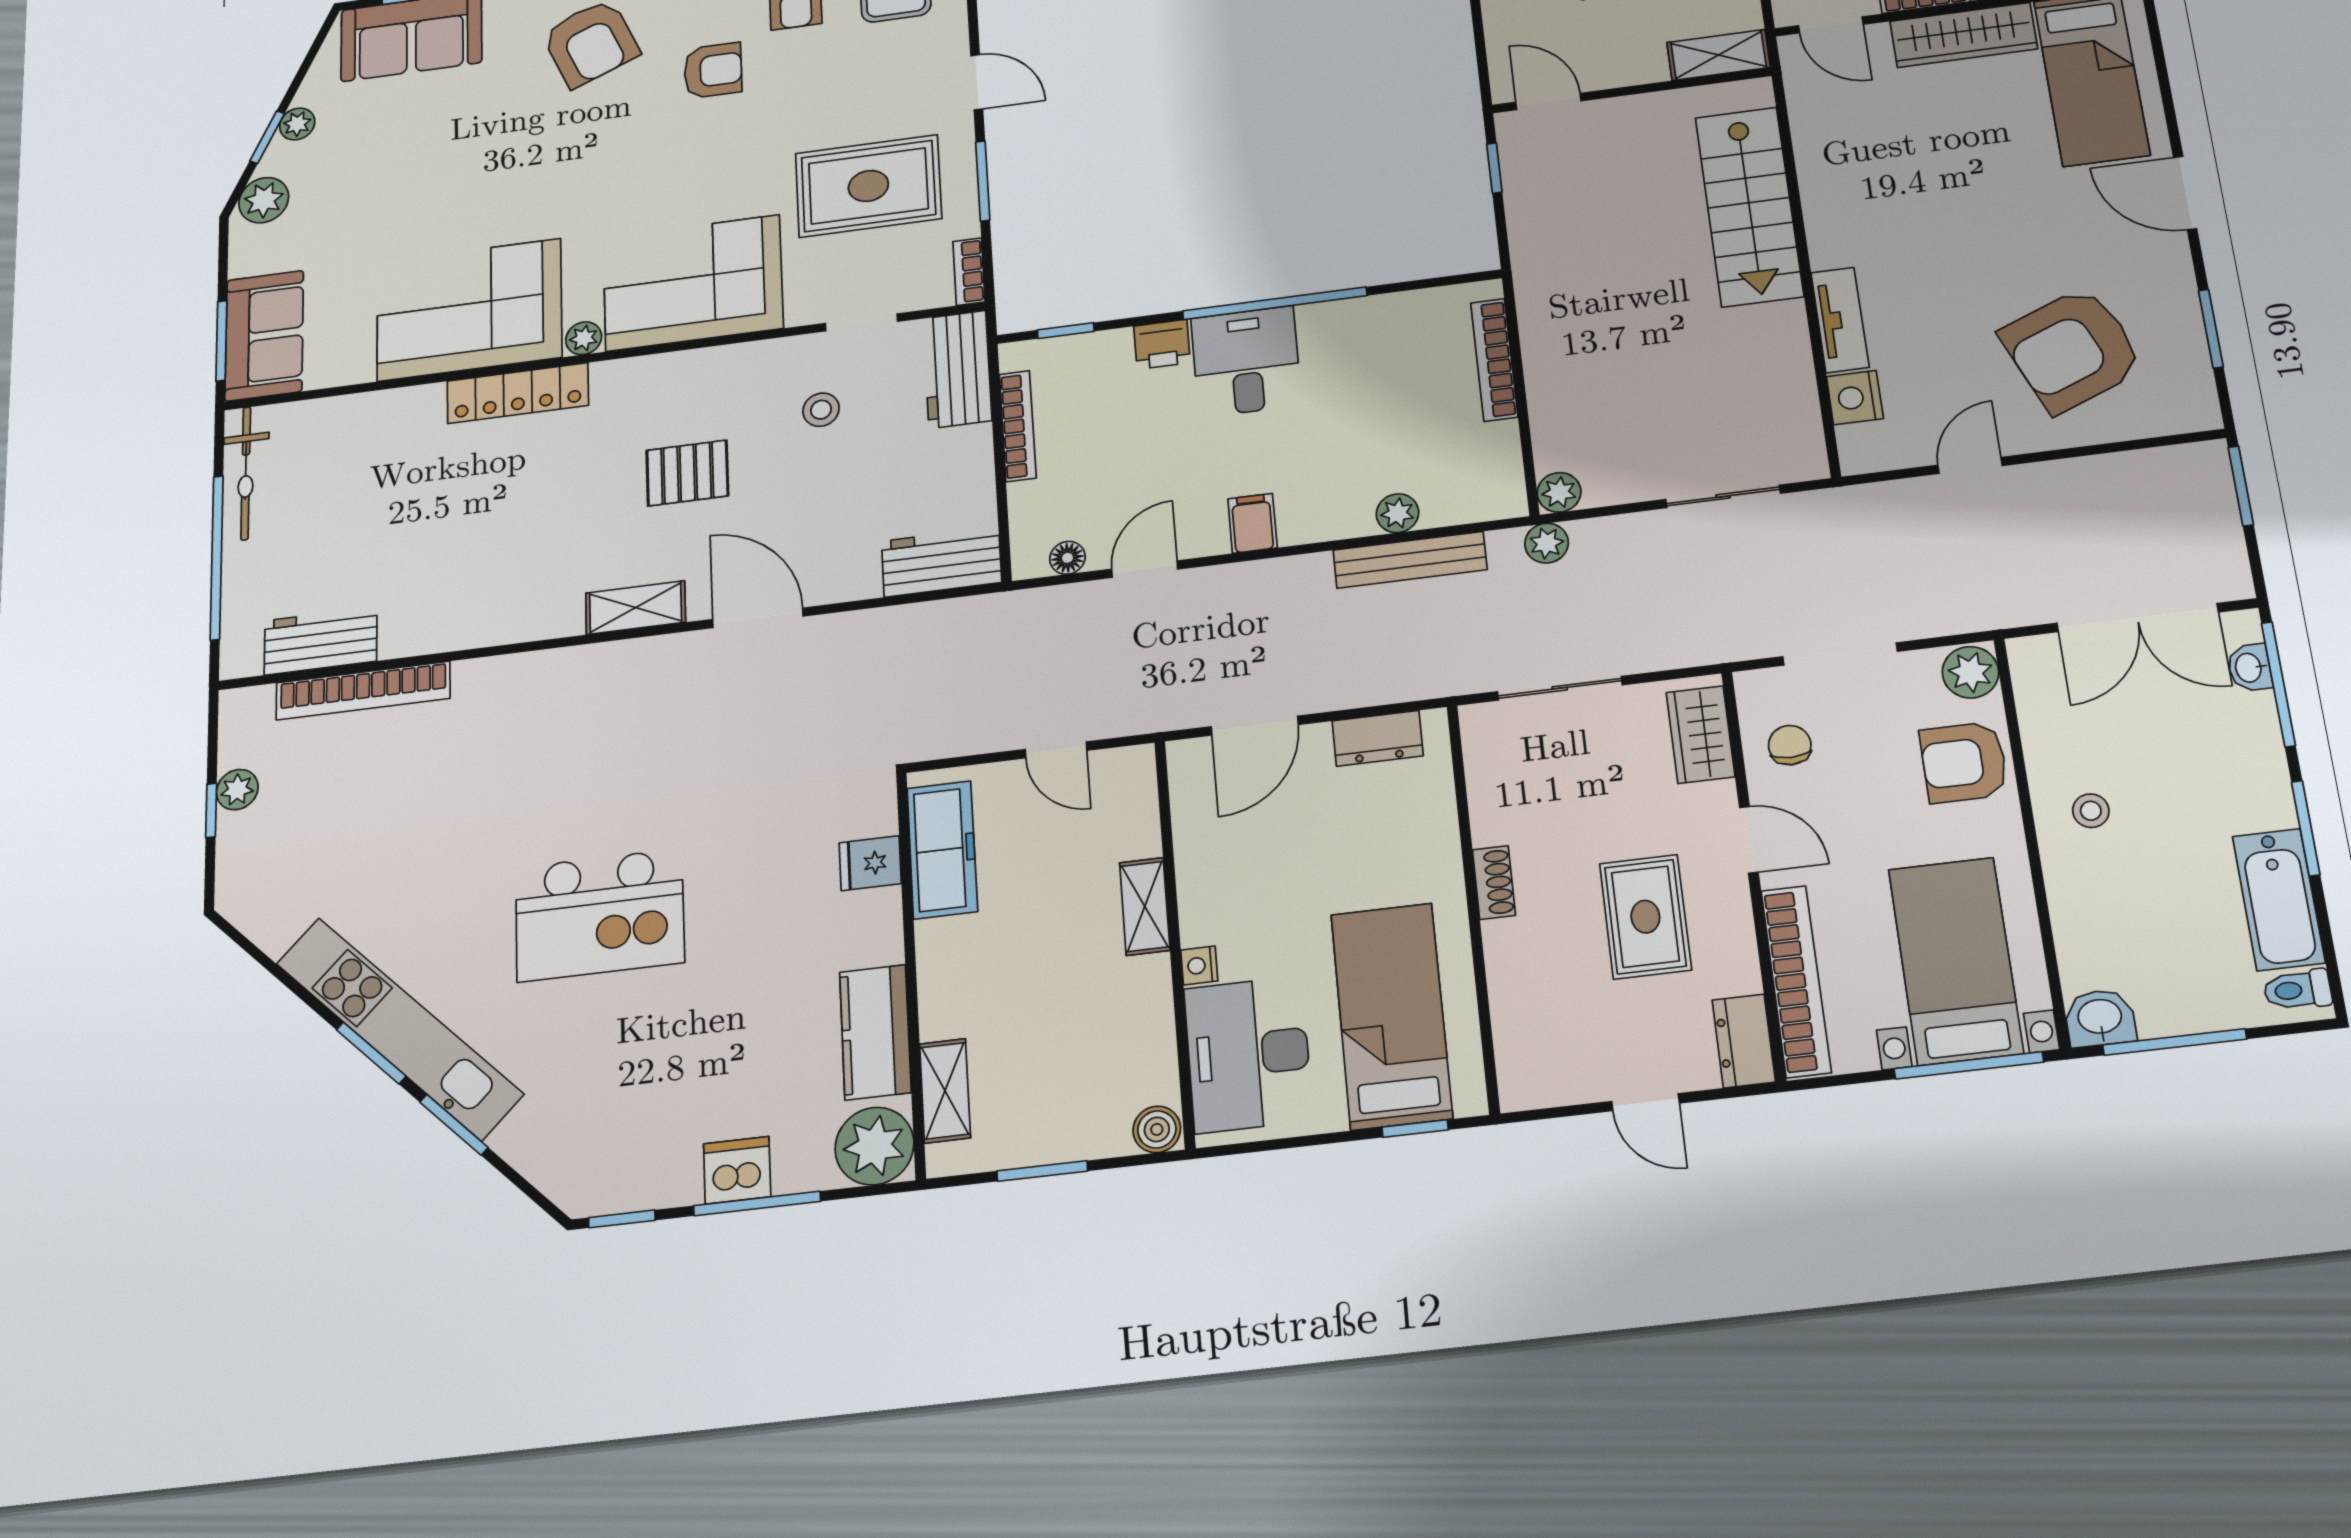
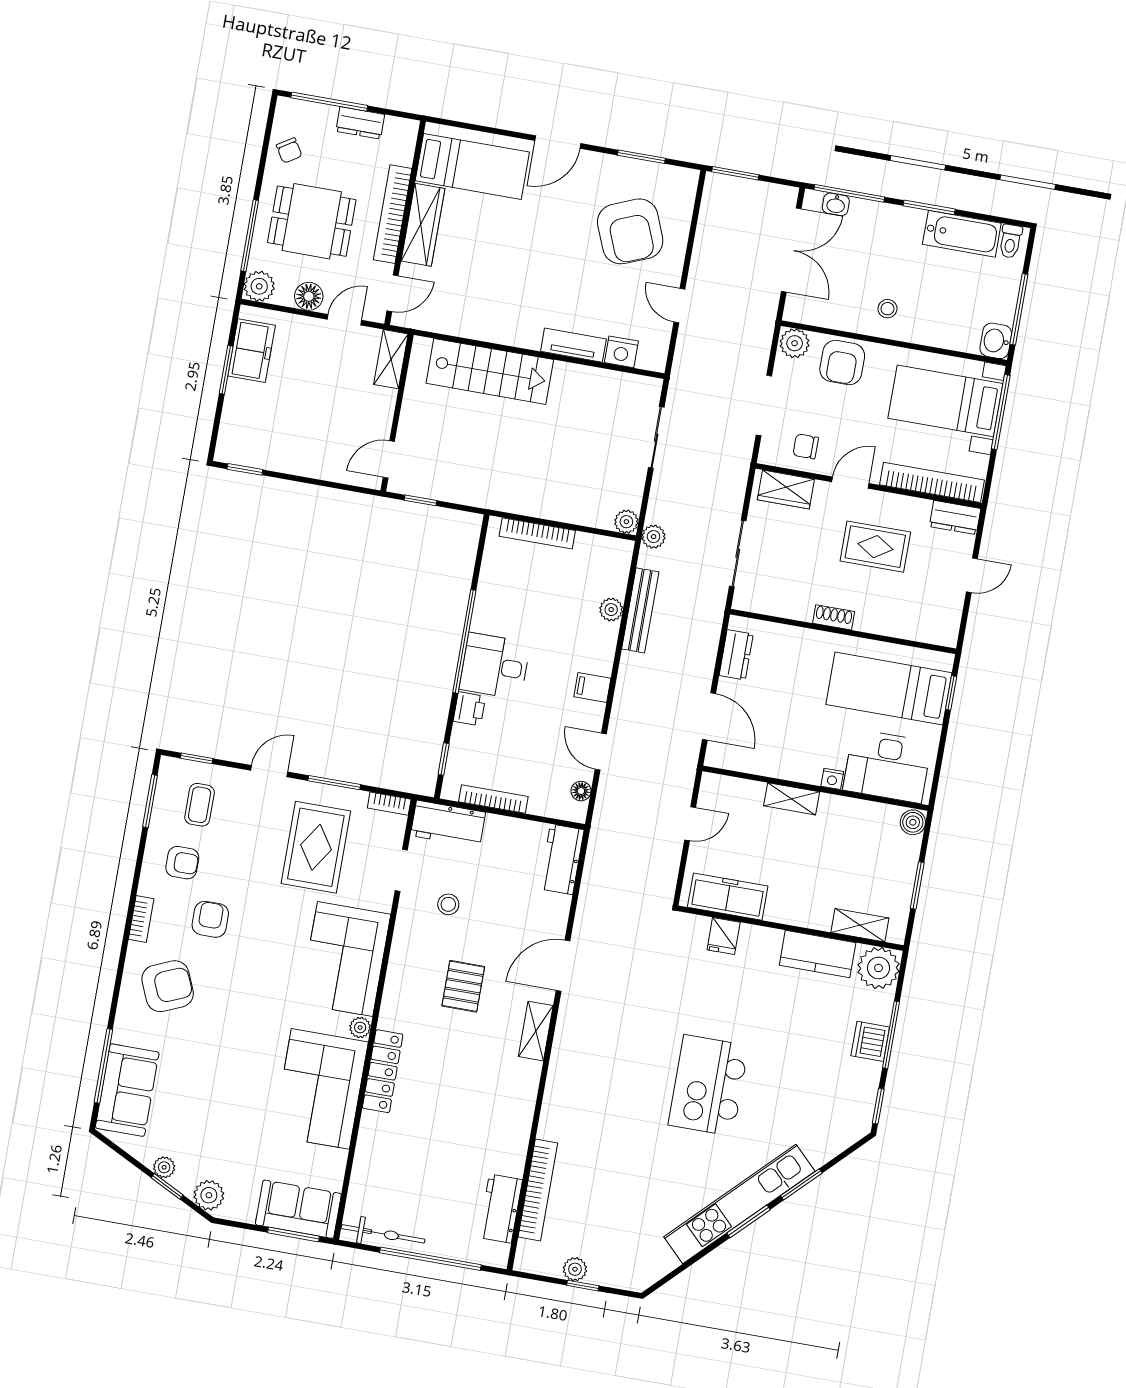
kitchen island: (600, 915) -> (708, 1085), turned 180

